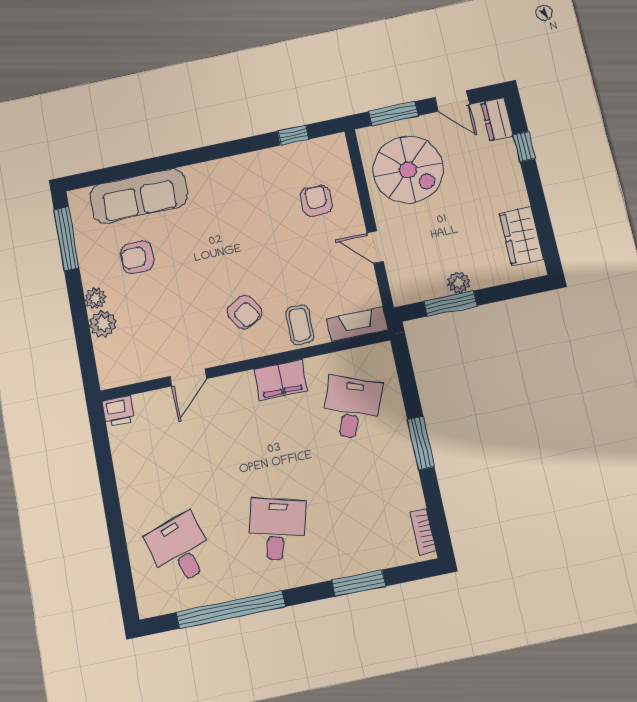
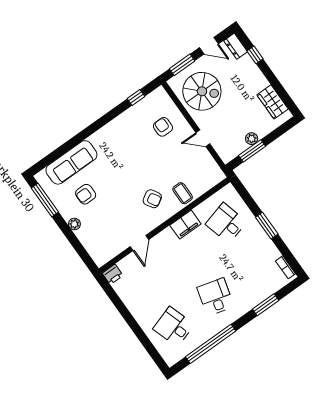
plant: (103, 324) -> (84, 235), removed
fireplace: (357, 324) -> (211, 181), removed
desk: (352, 408) -> (226, 223), turned -36

